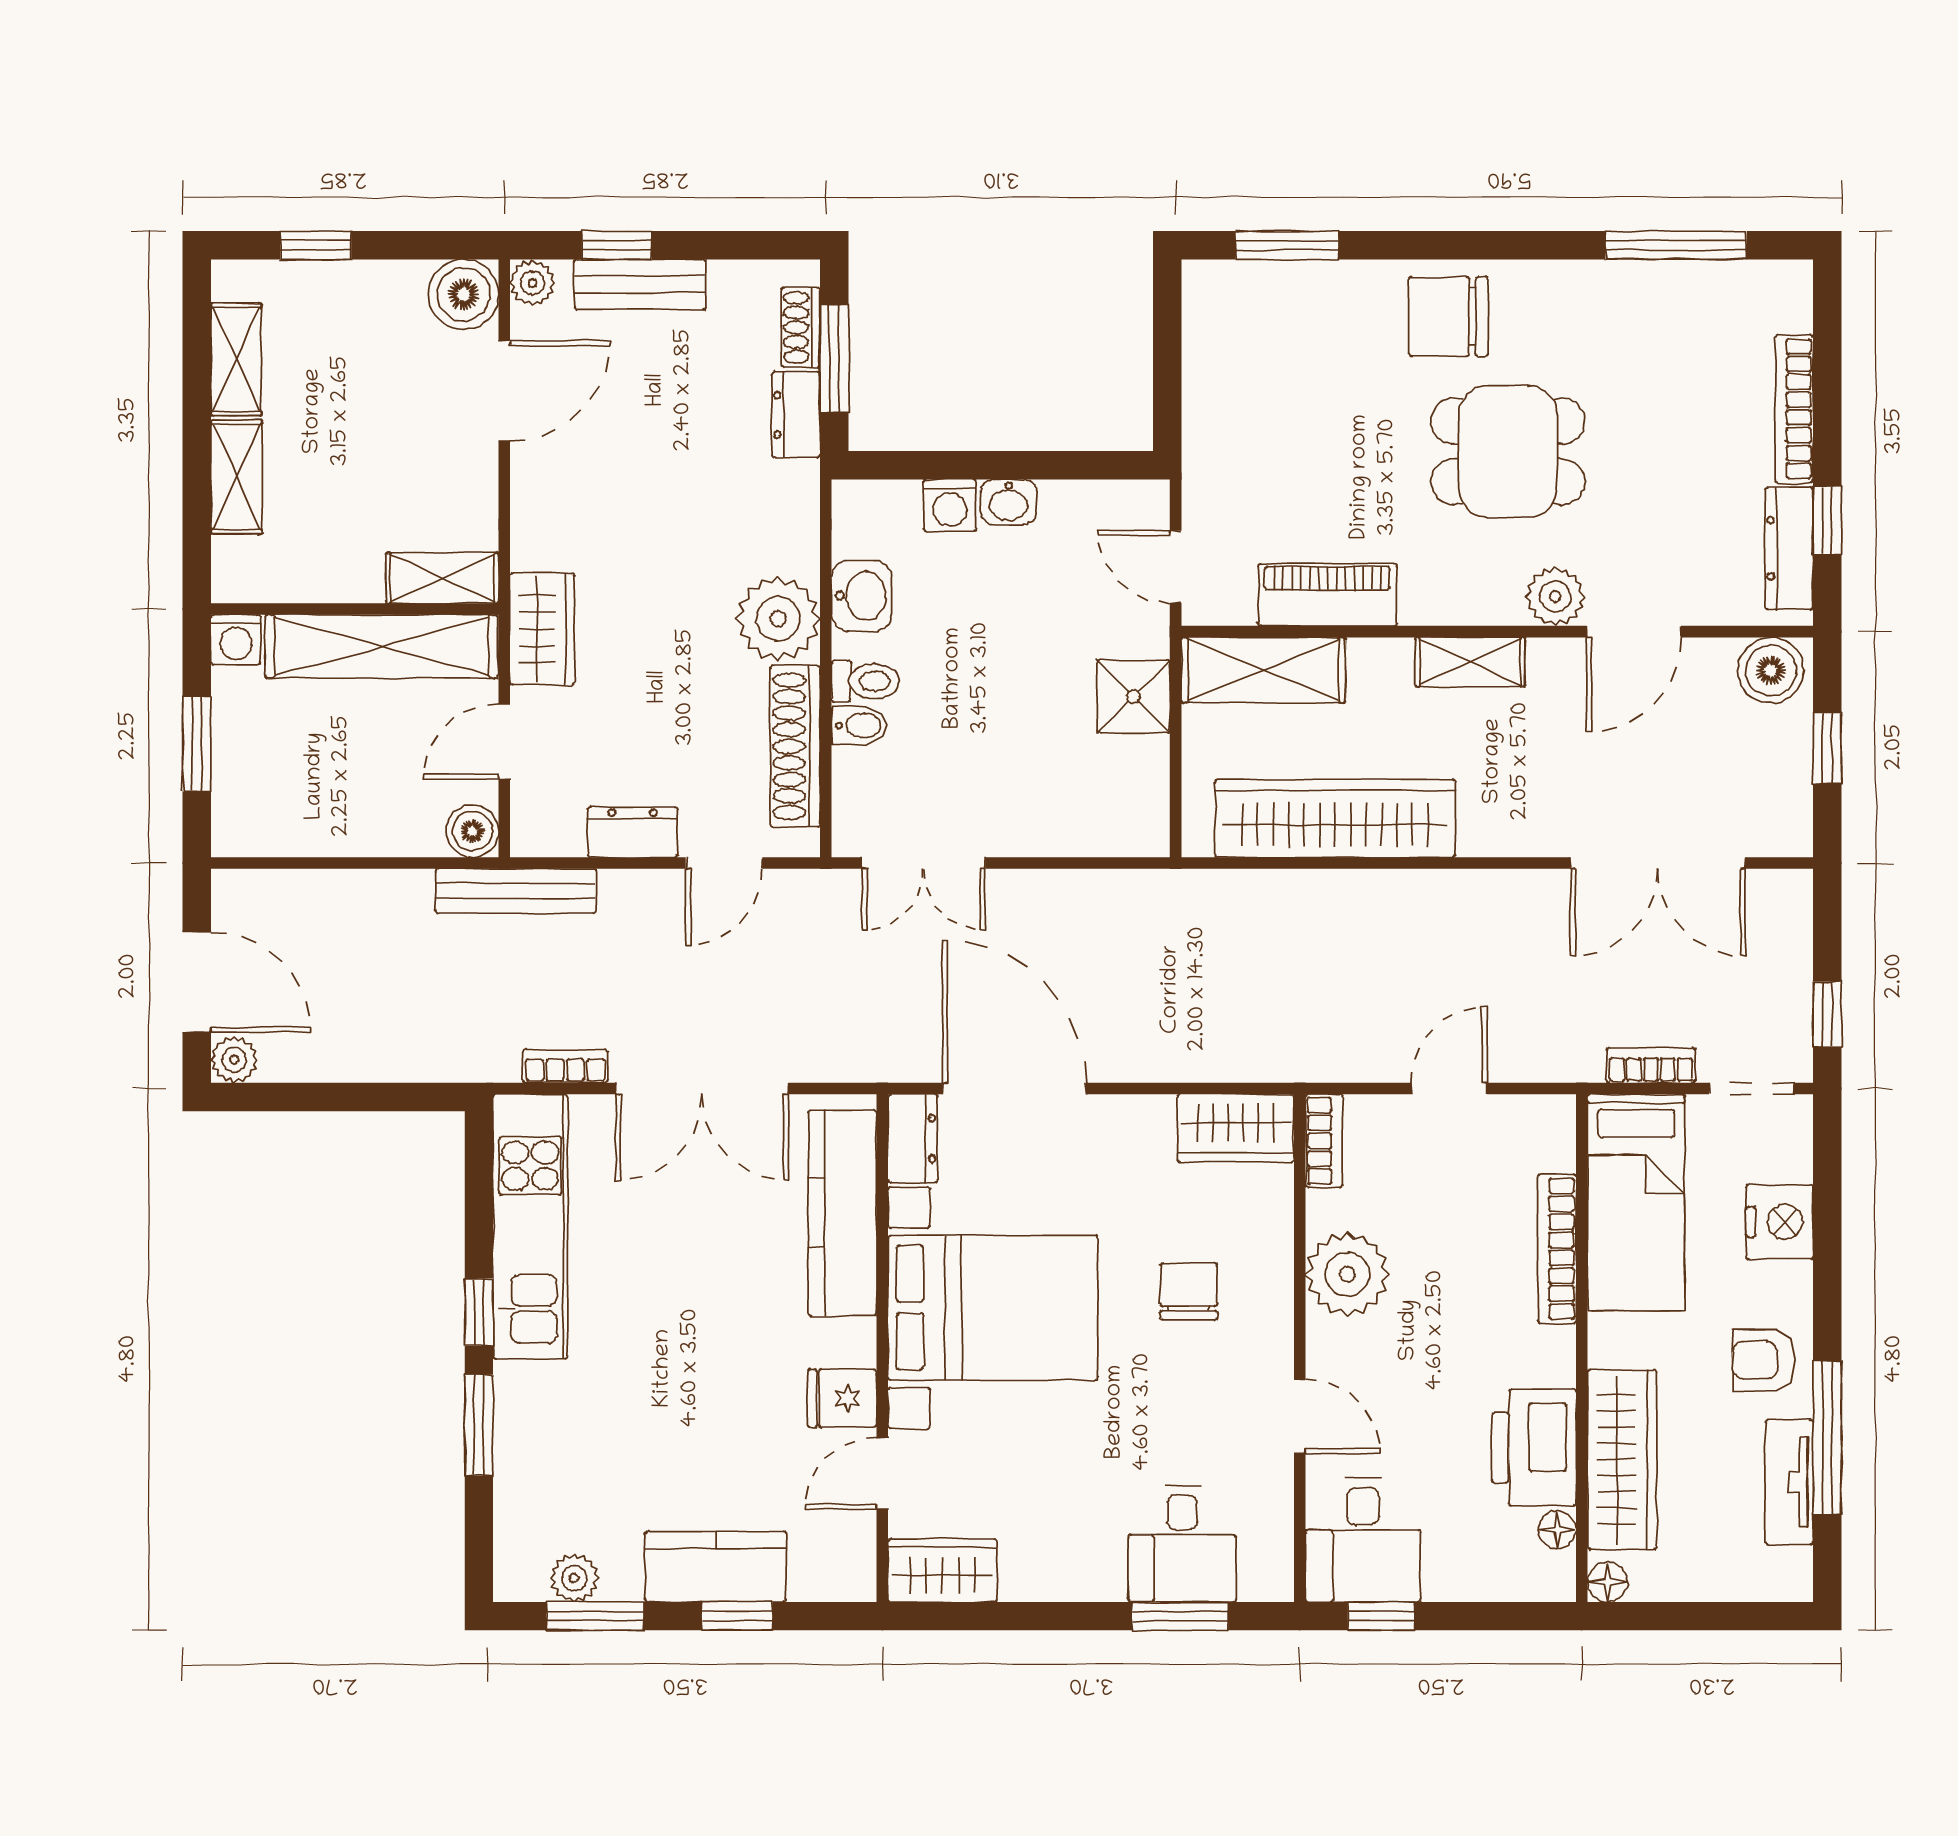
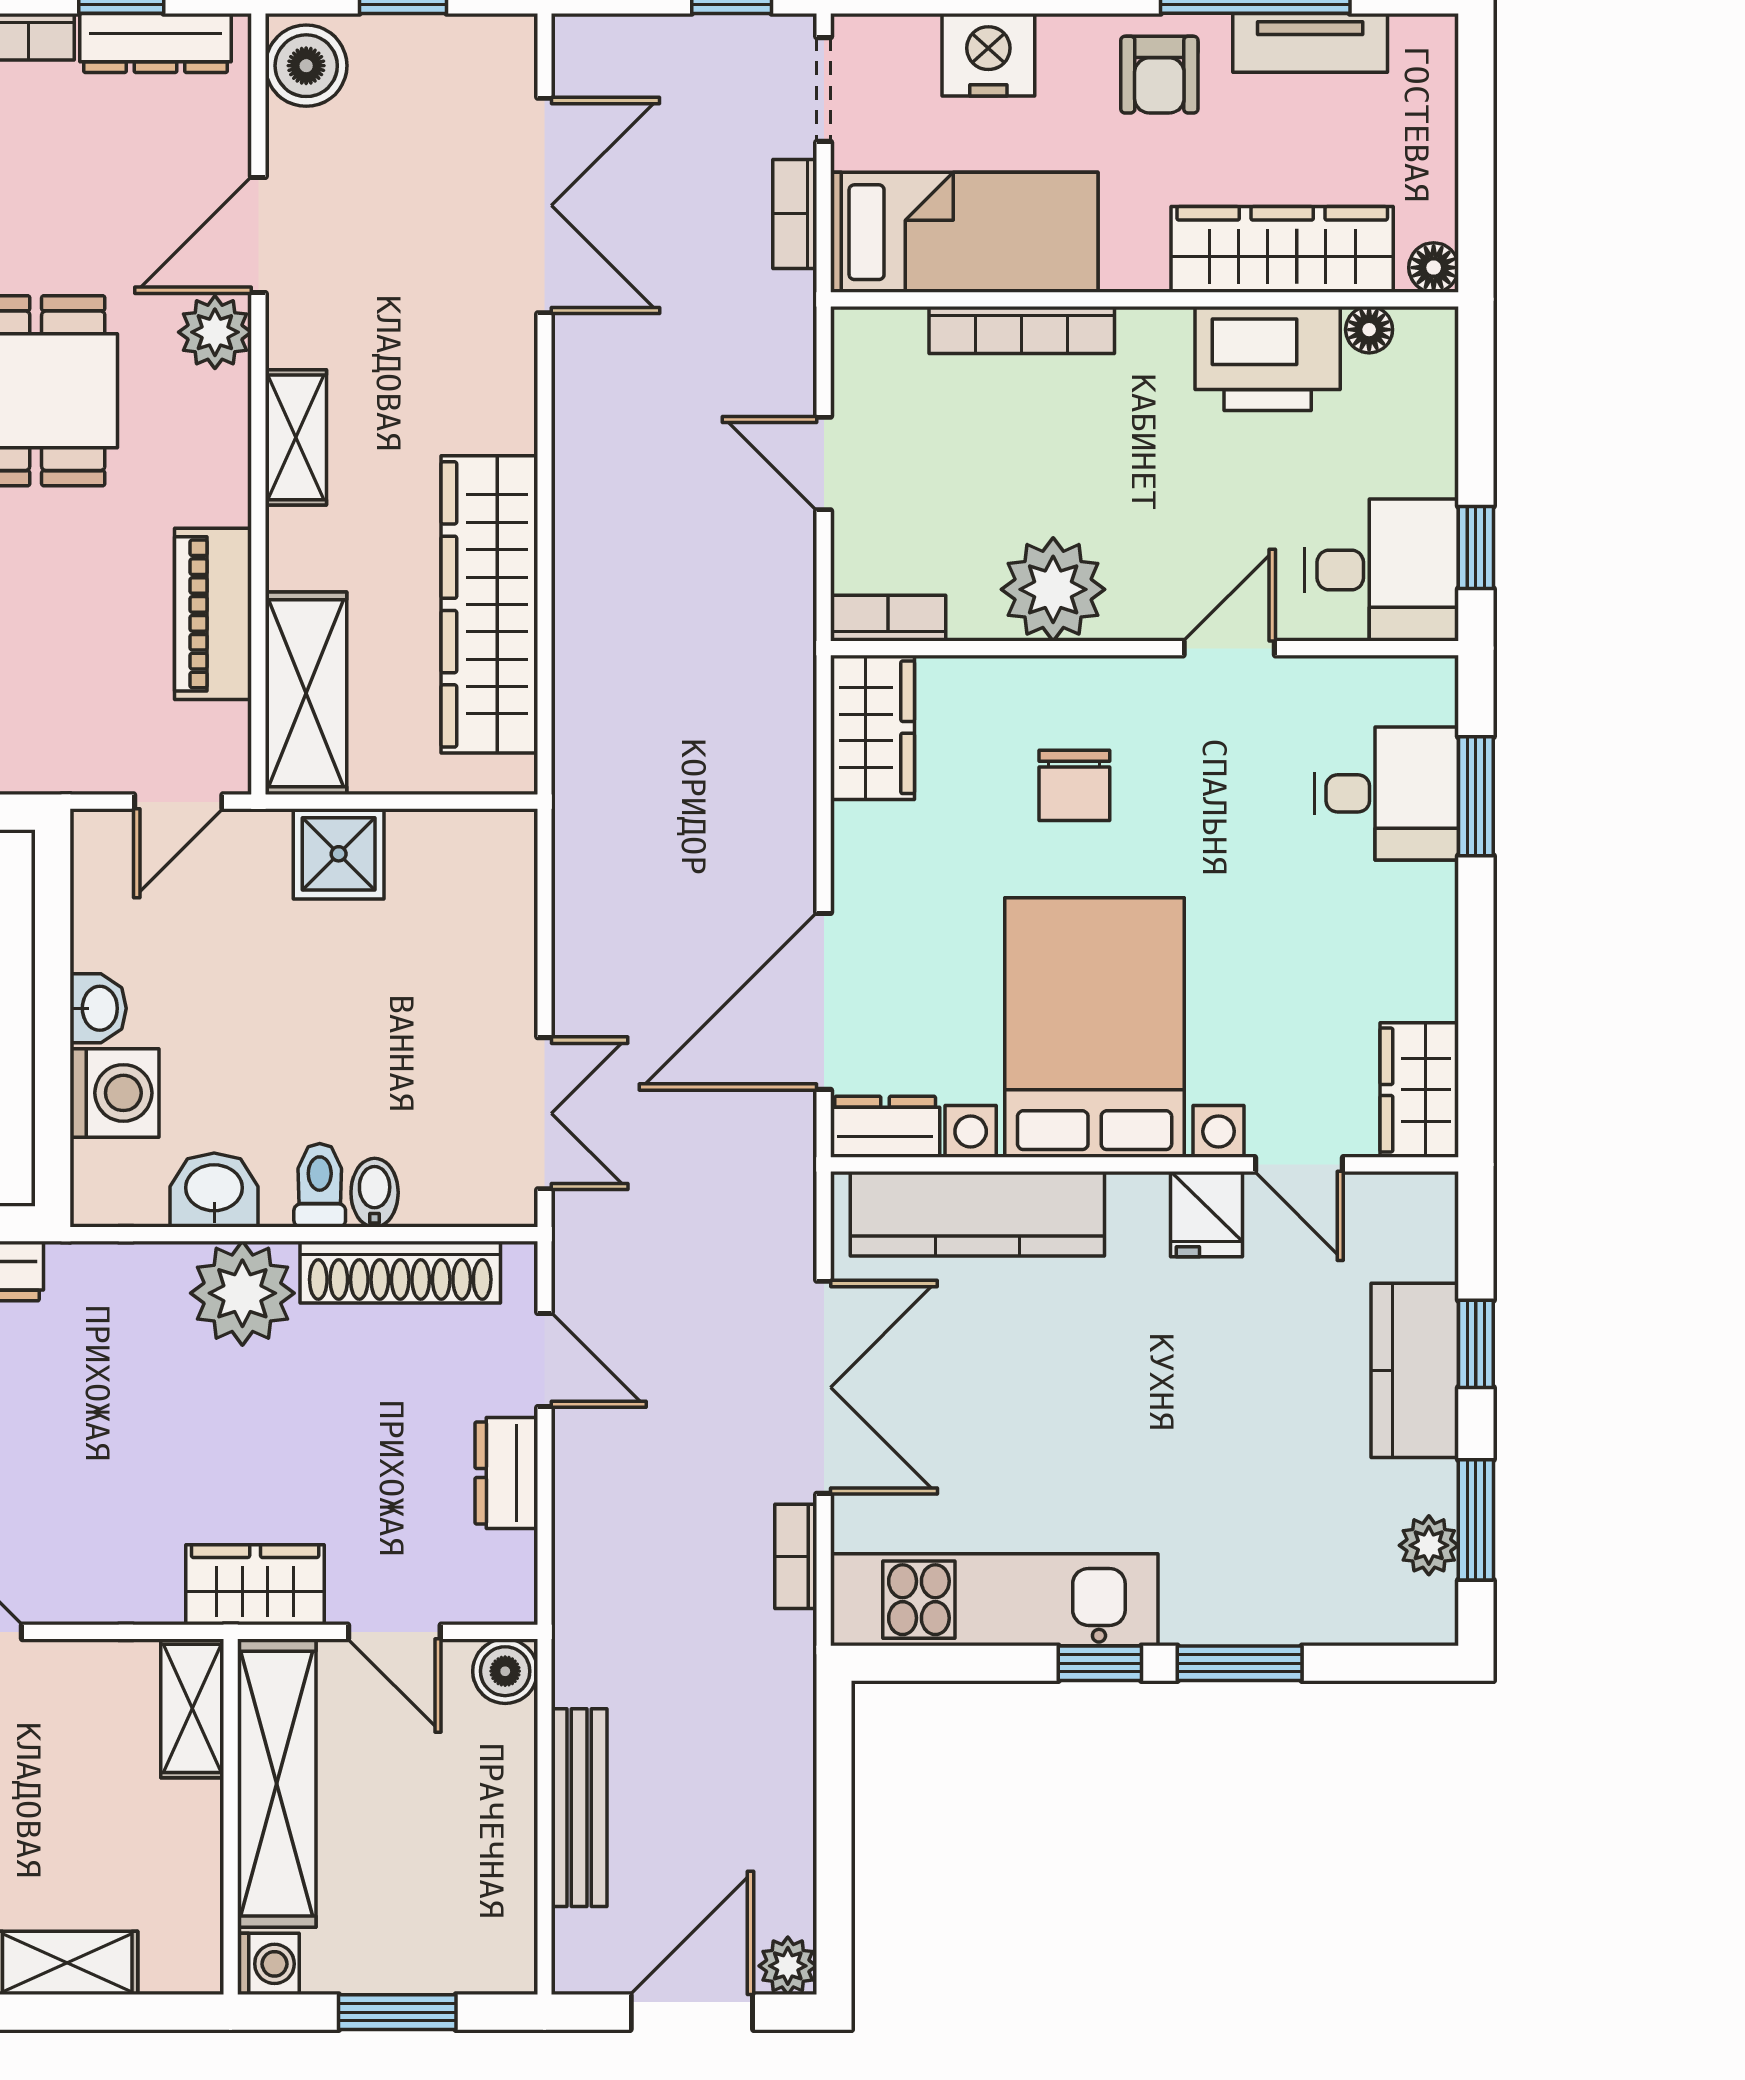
washing machine: (950, 505) -> (114, 1093), width x1.38, depth x1.38
door: (1634, 632) -> (258, 235), swing flipped
bench: (516, 891) -> (579, 1808), moved
chair: (1189, 1291) -> (1074, 785), turned -90

